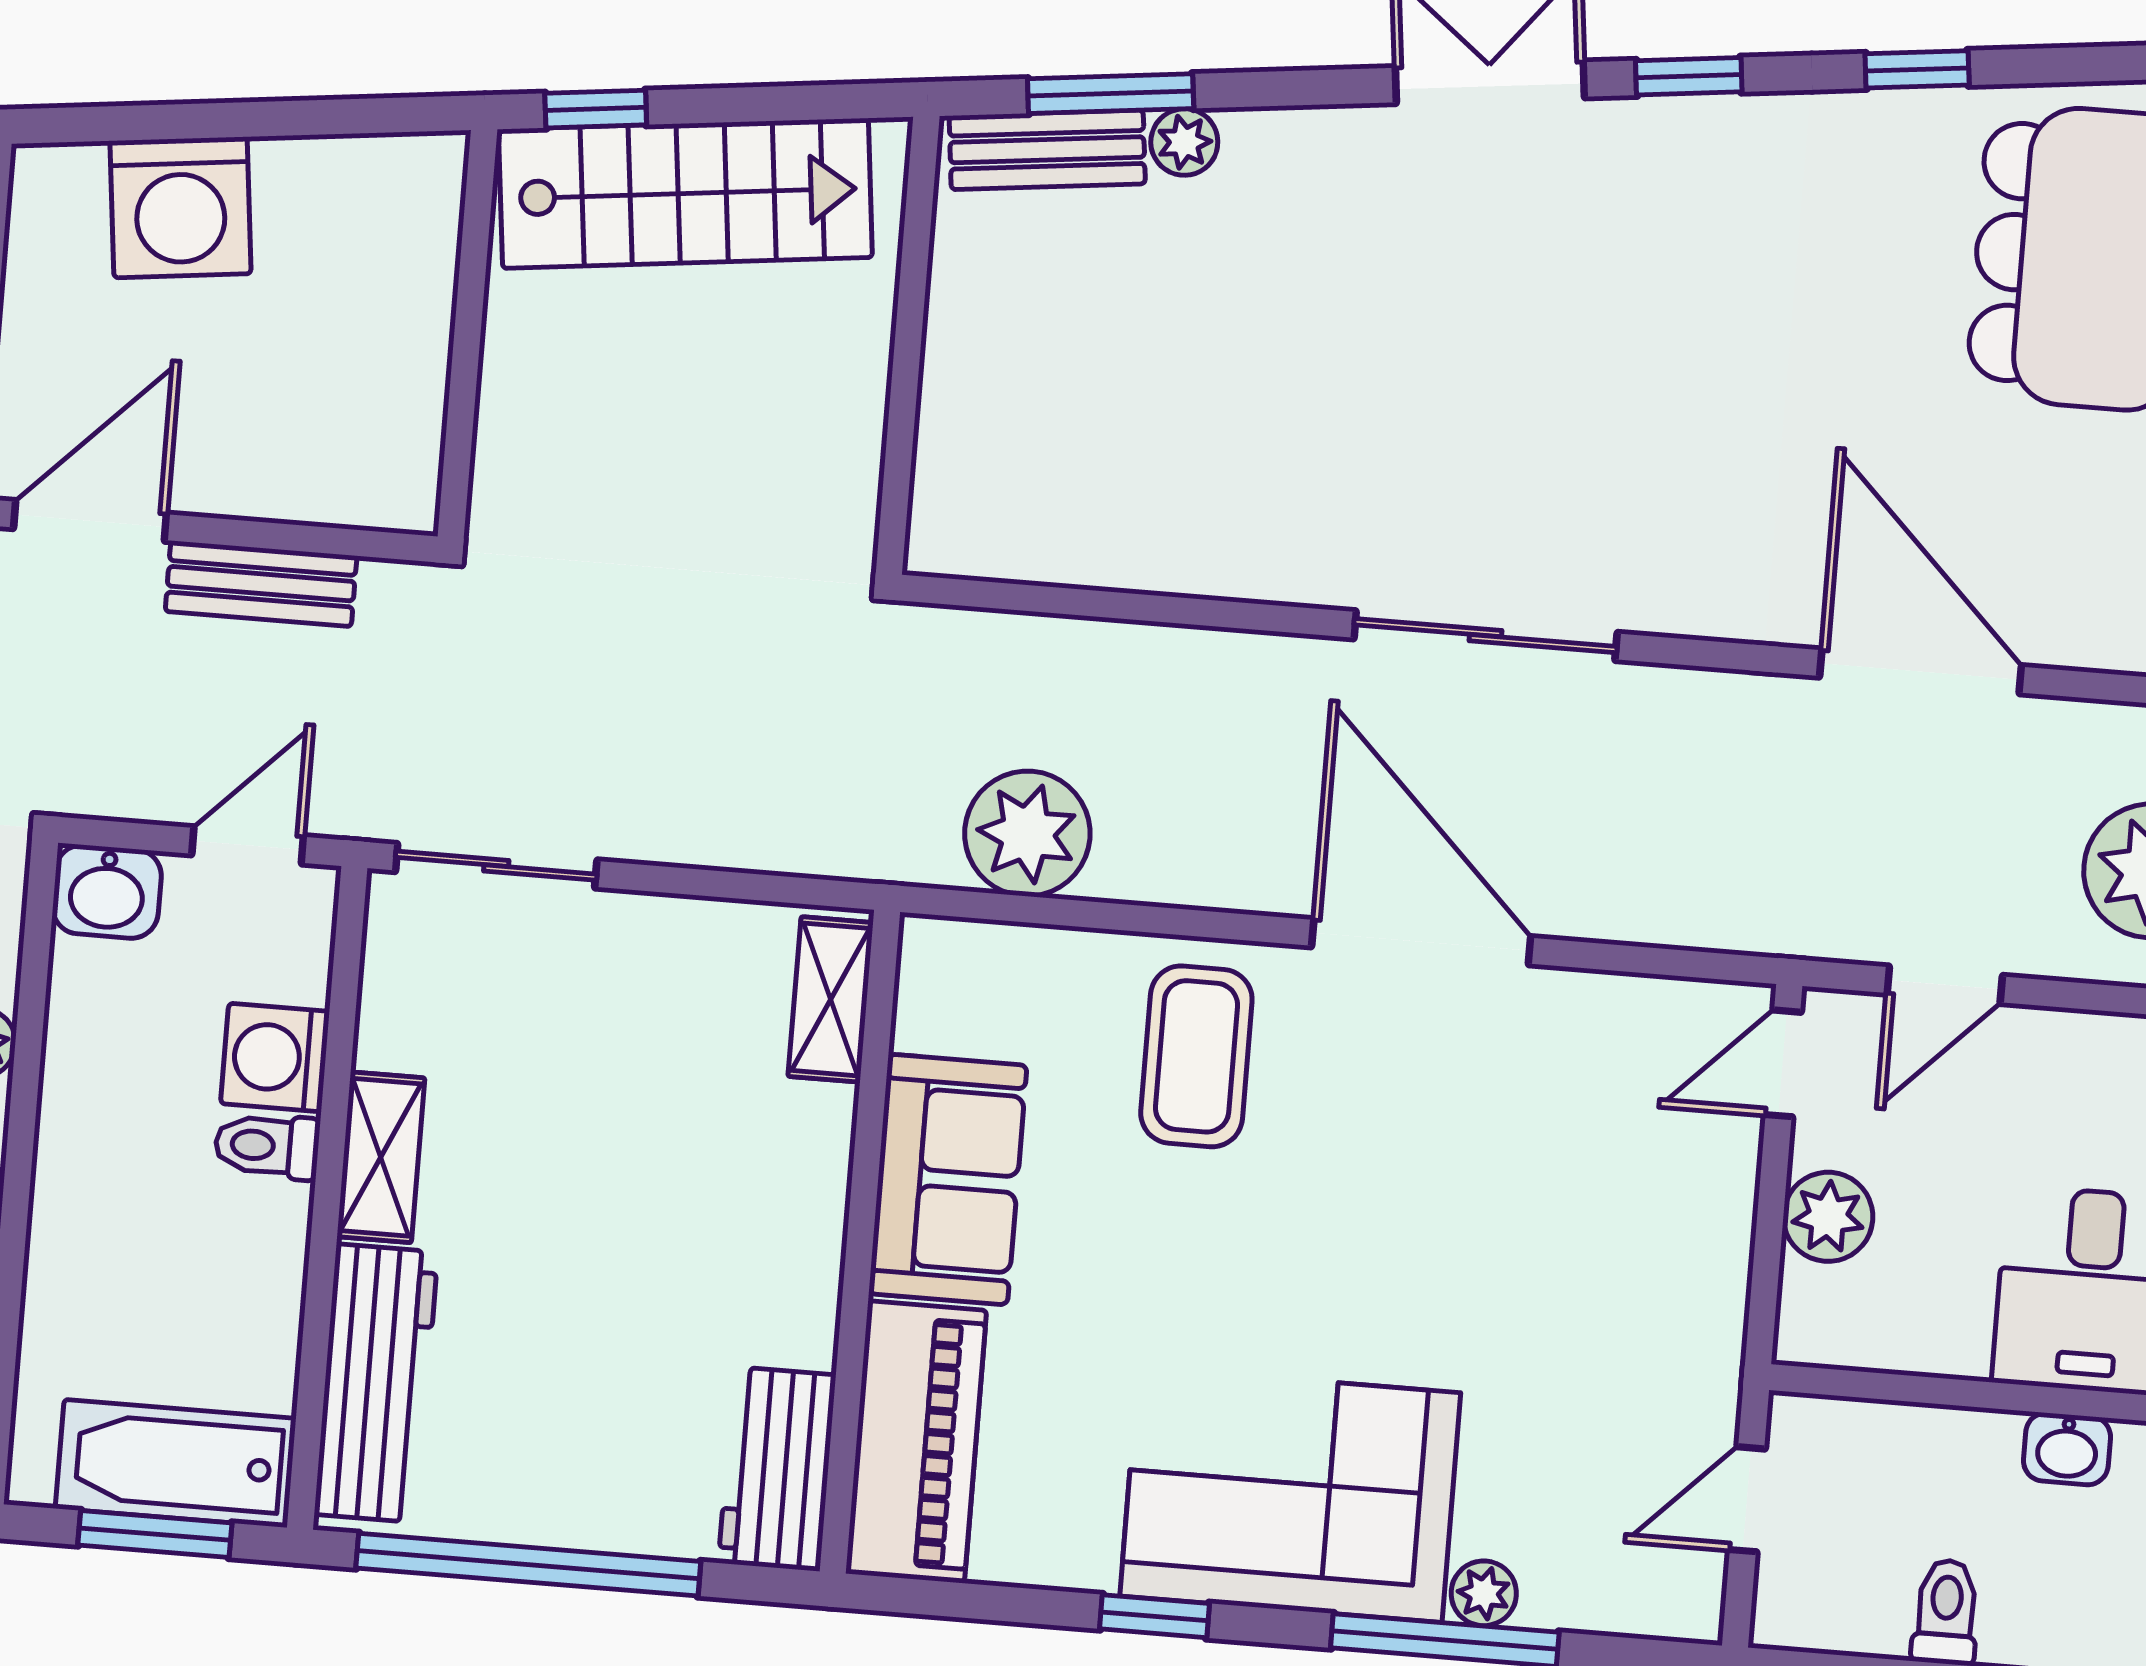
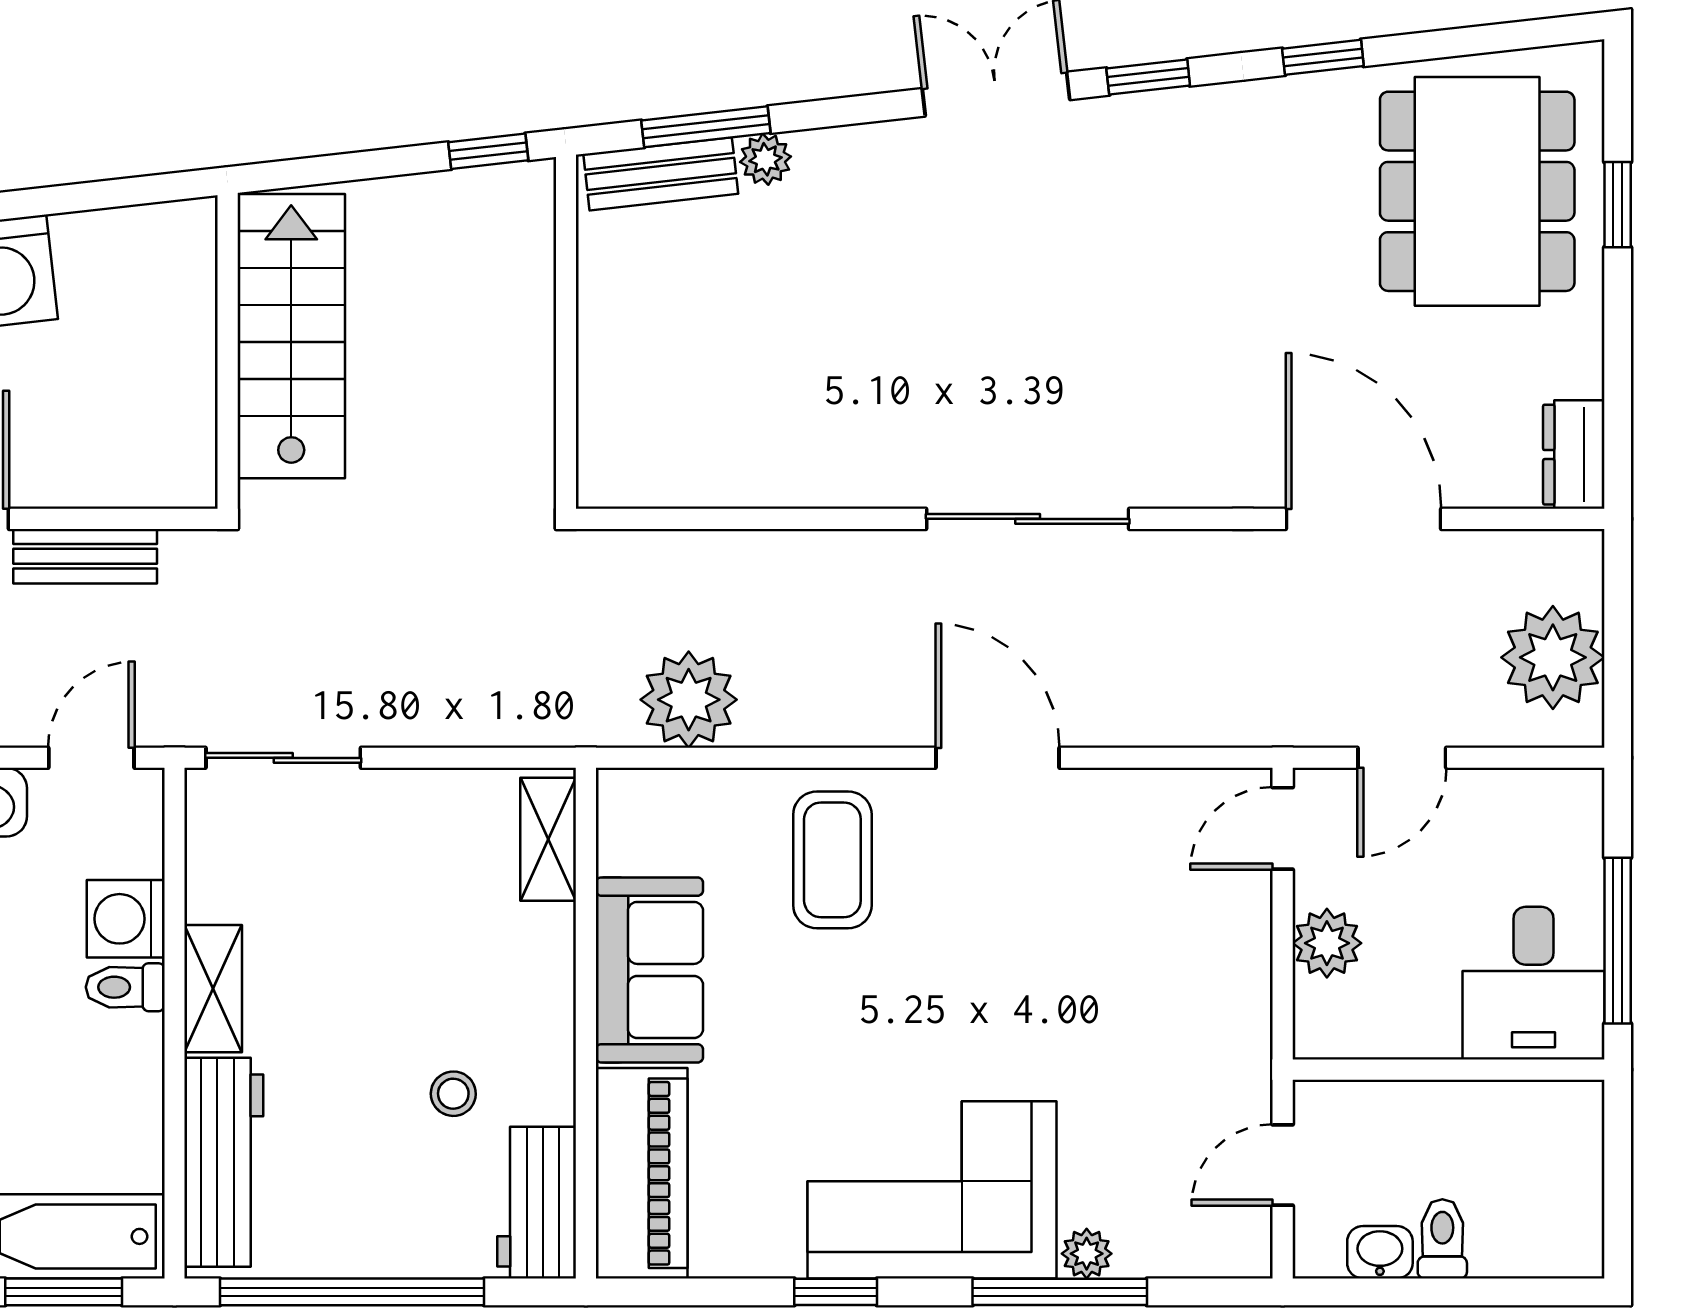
window: (596, 109) -> (488, 151), moved
stairs: (685, 193) -> (291, 336), moved, turned -84
door: (1421, 942) -> (998, 758), width x0.73
stool: (681, 1319) -> (453, 1094), added
washbasin: (2067, 1449) -> (1380, 1252), moved, turned 180

